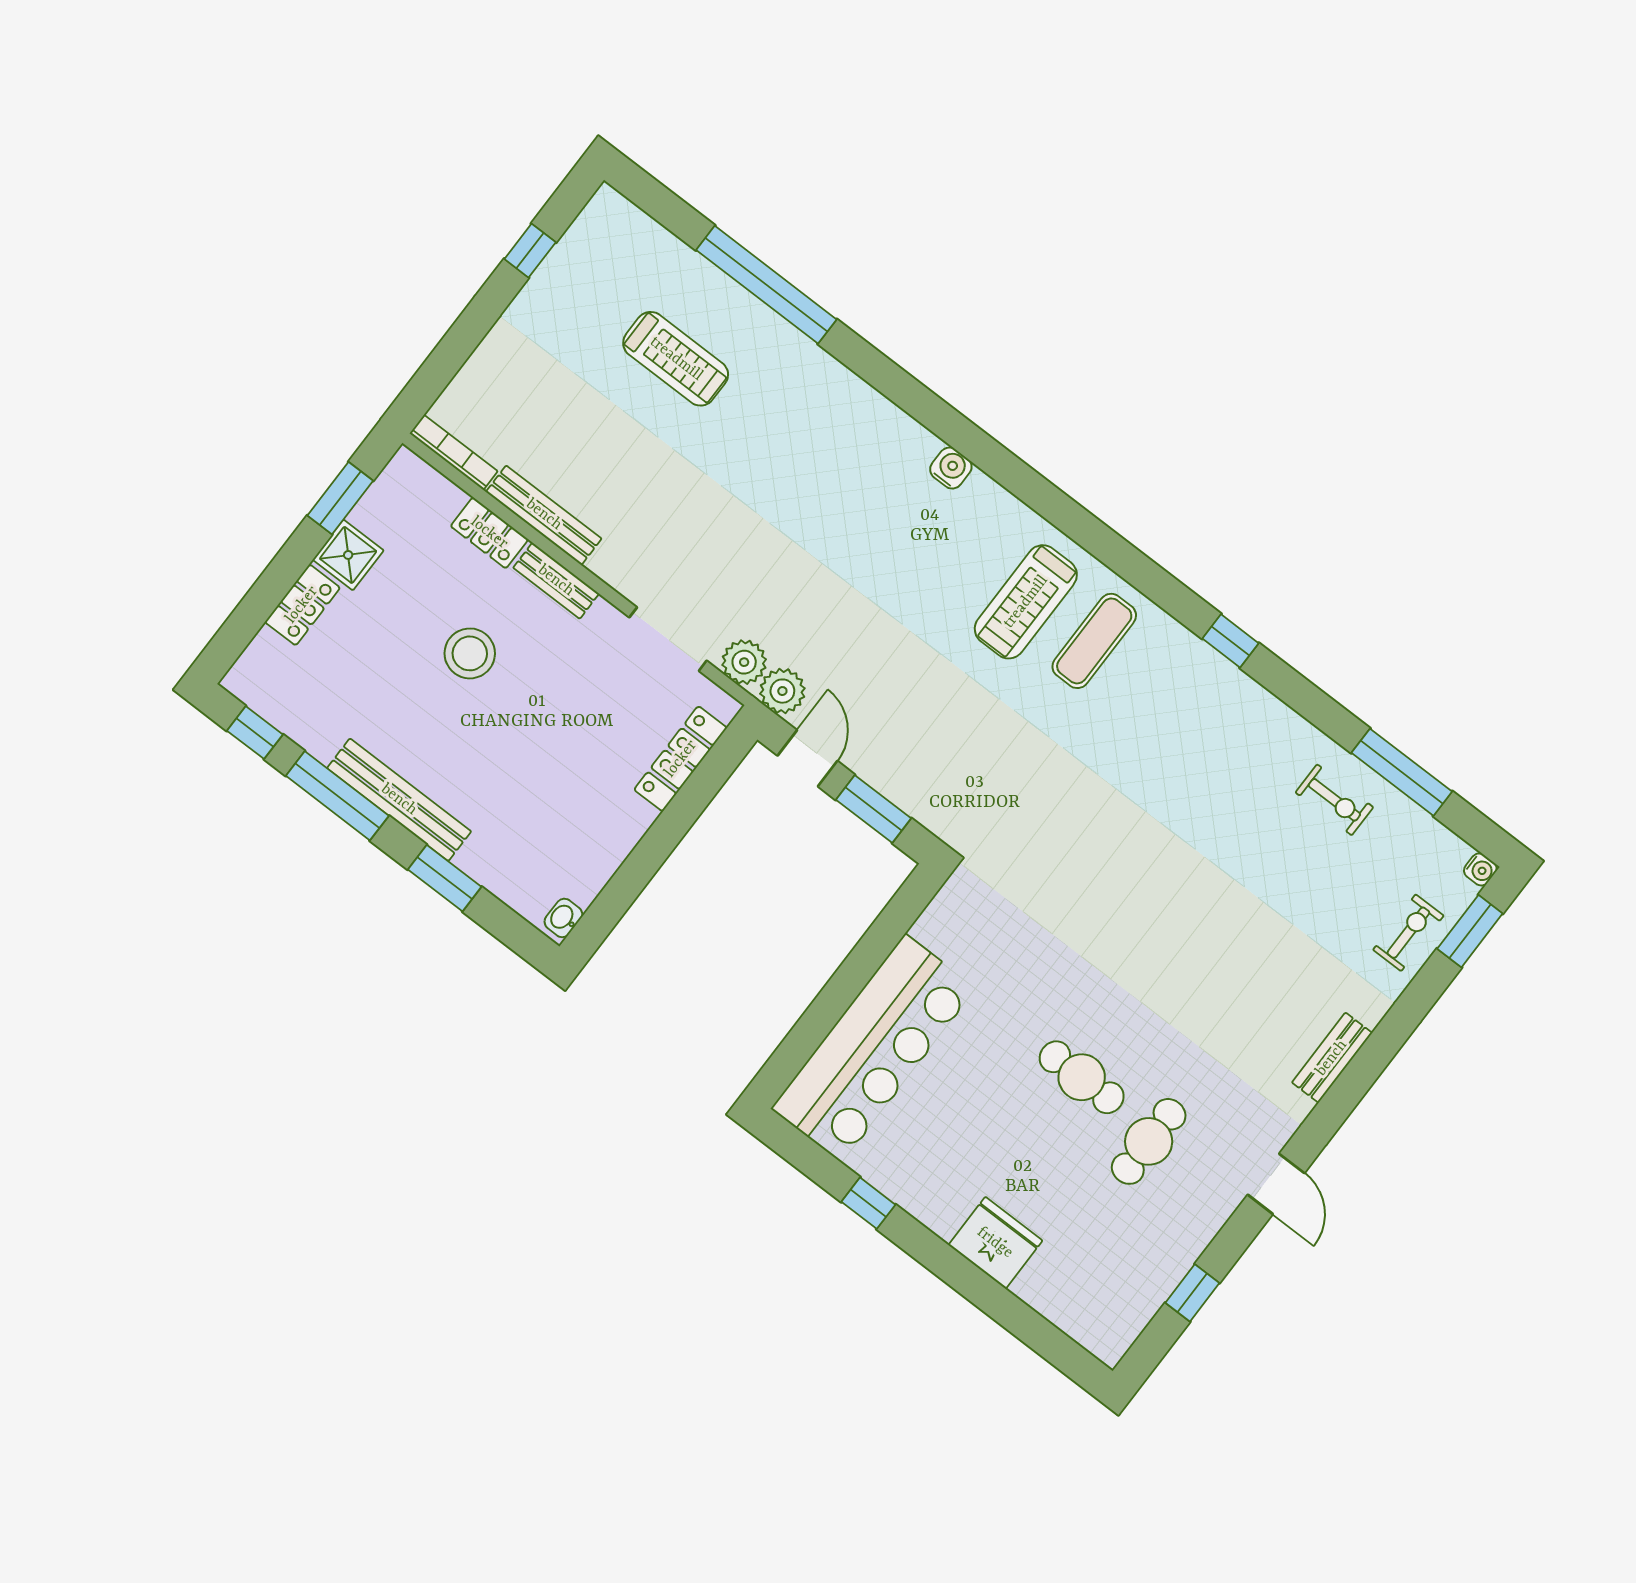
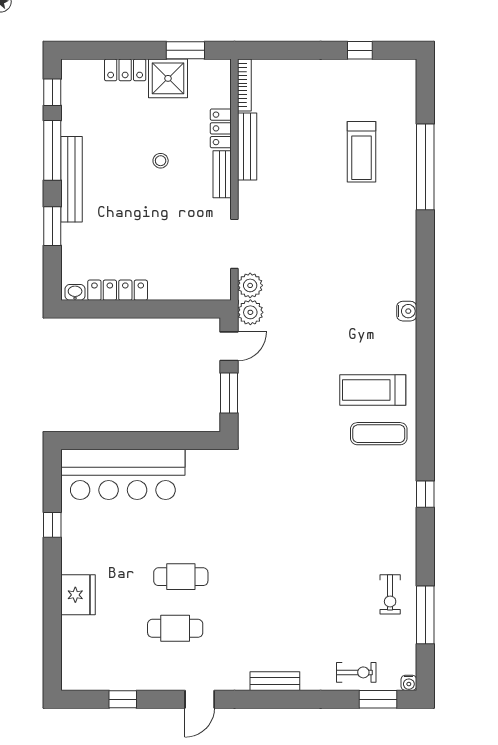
shower: (348, 555) -> (168, 78), width x1.36, depth x1.36
stool: (470, 653) -> (161, 161), width x0.53, depth x0.53
locker: (681, 759) -> (118, 290), moved
cafe table: (1082, 1077) -> (181, 577), turned 90

